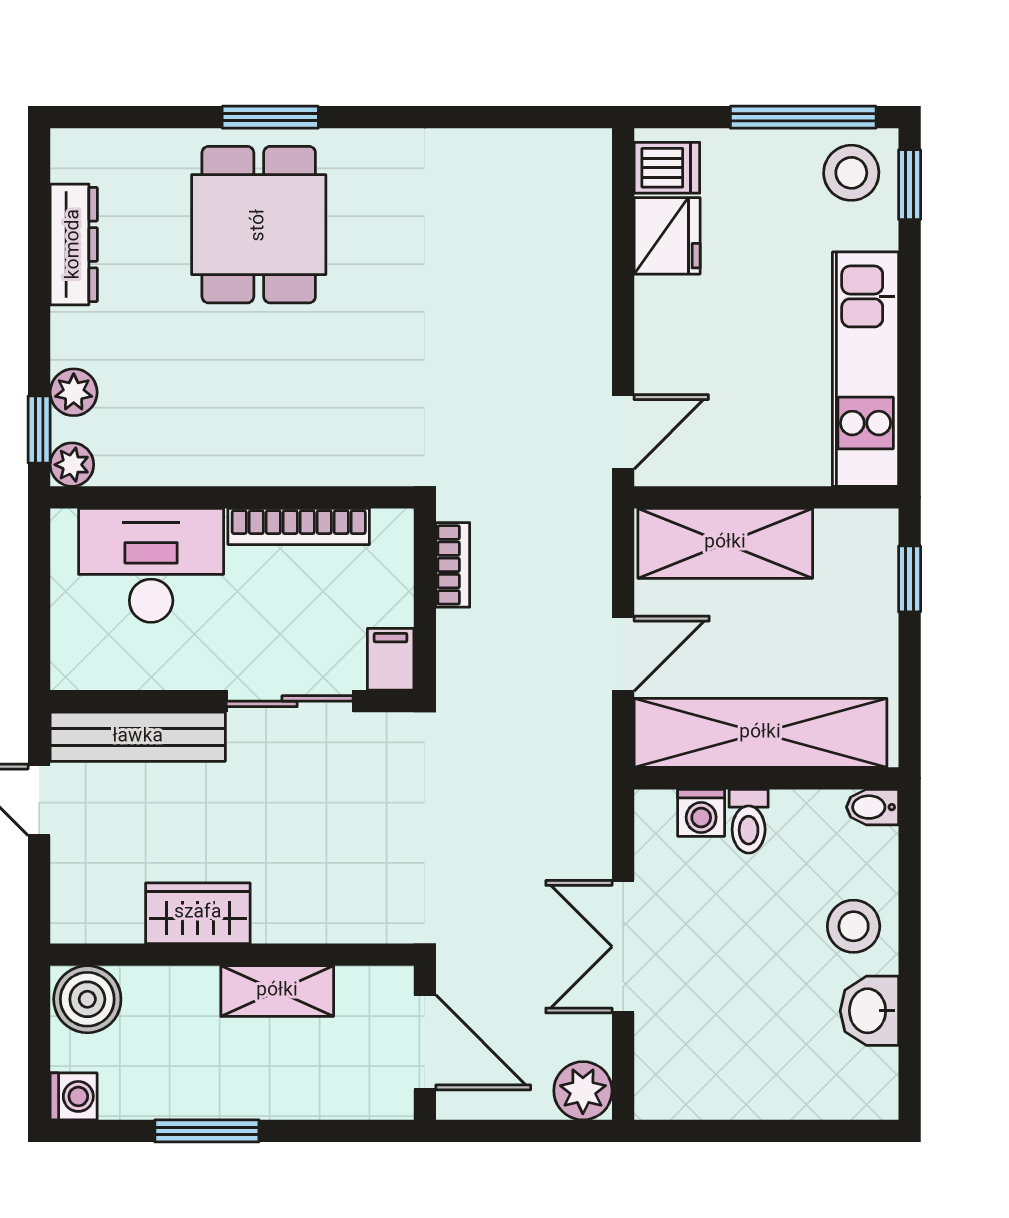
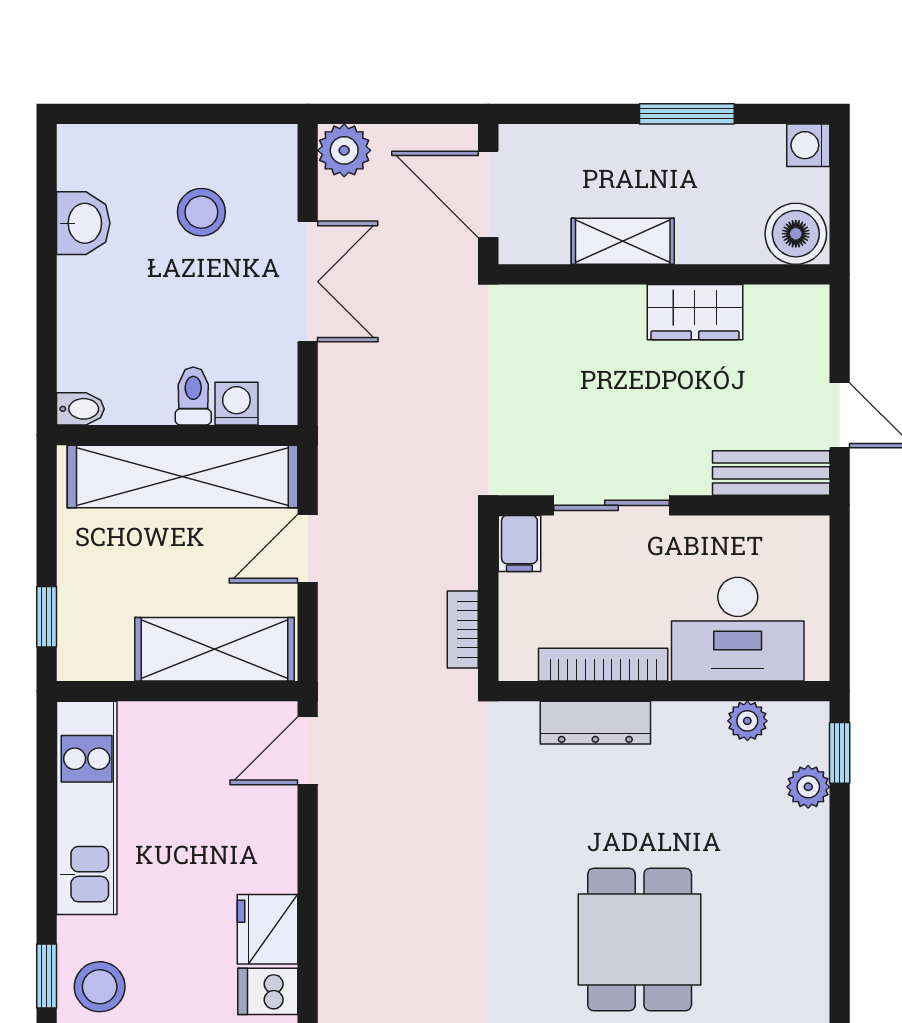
dresser: (74, 244) -> (595, 723), moved, turned -90
plant: (72, 465) -> (747, 721), moved
bench: (138, 737) -> (771, 473), width x0.73
stool: (854, 926) -> (201, 212), moved

